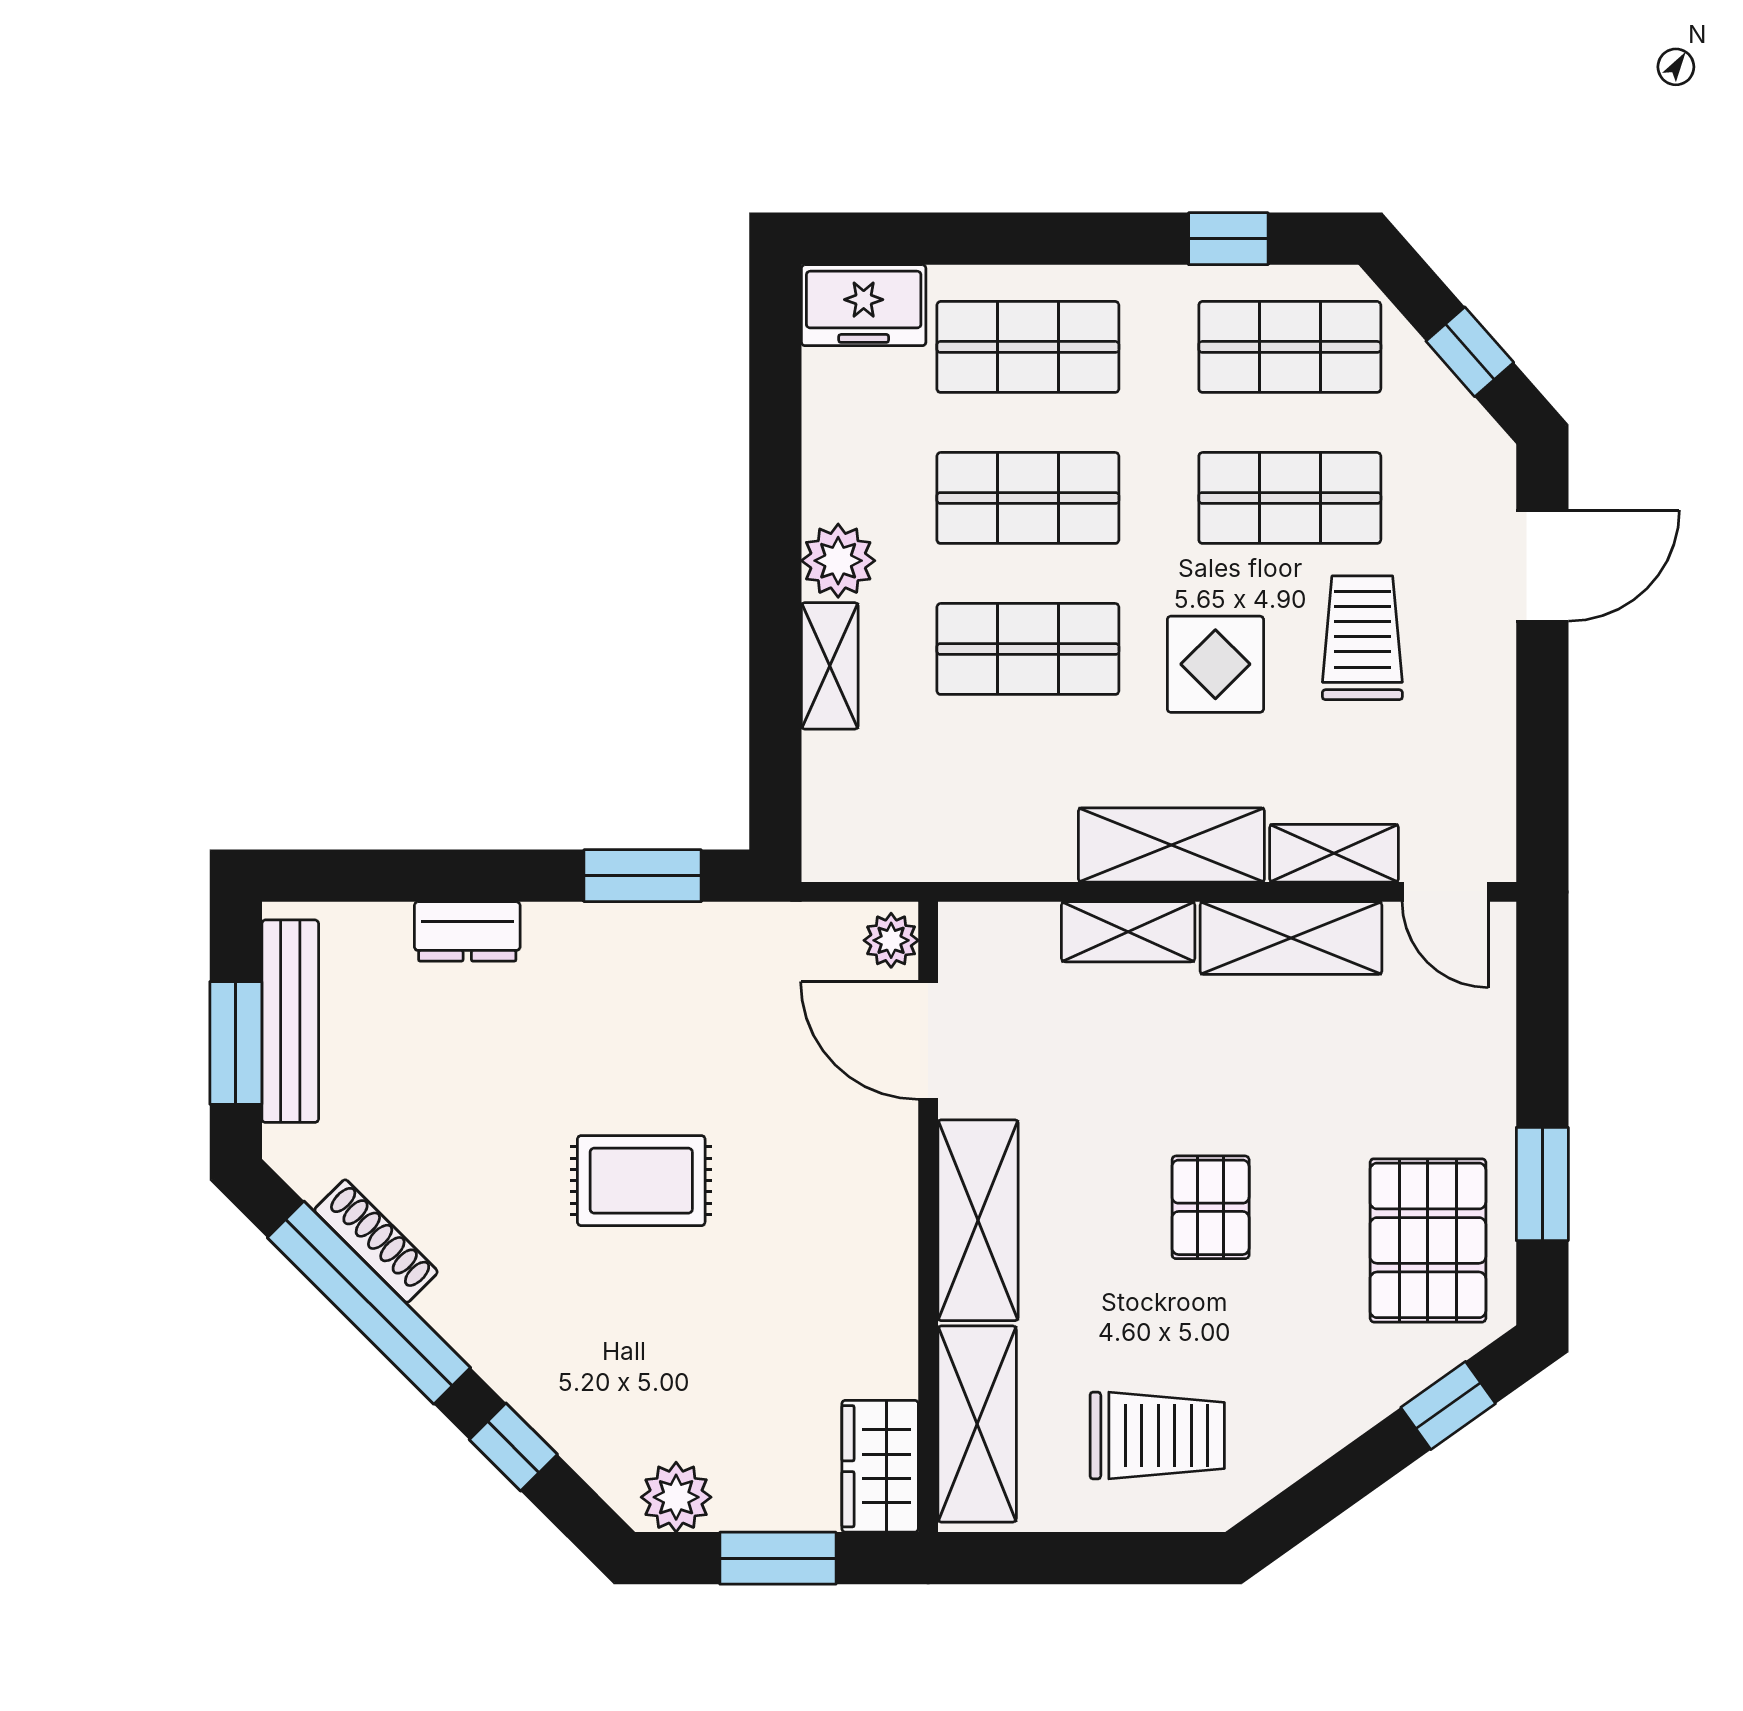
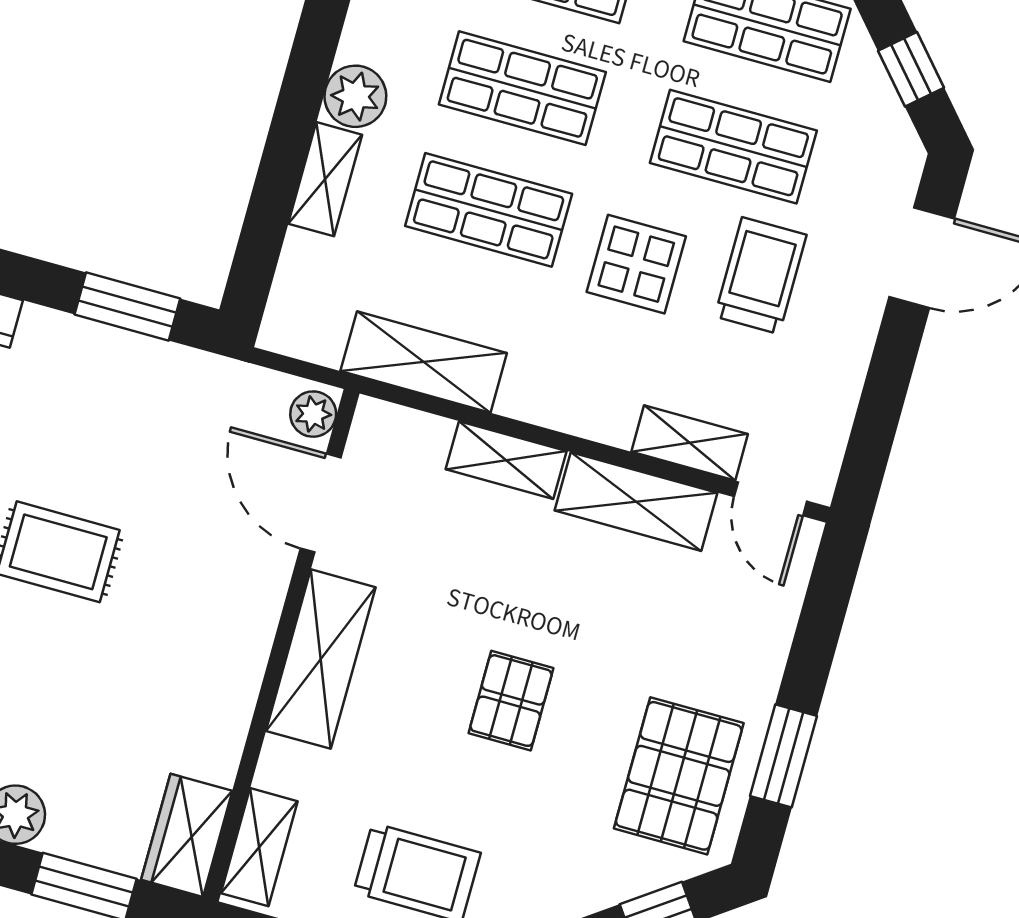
shelving: (1171, 845) -> (424, 362), moved
shelving: (977, 1424) -> (259, 847), width x0.67, depth x0.75

